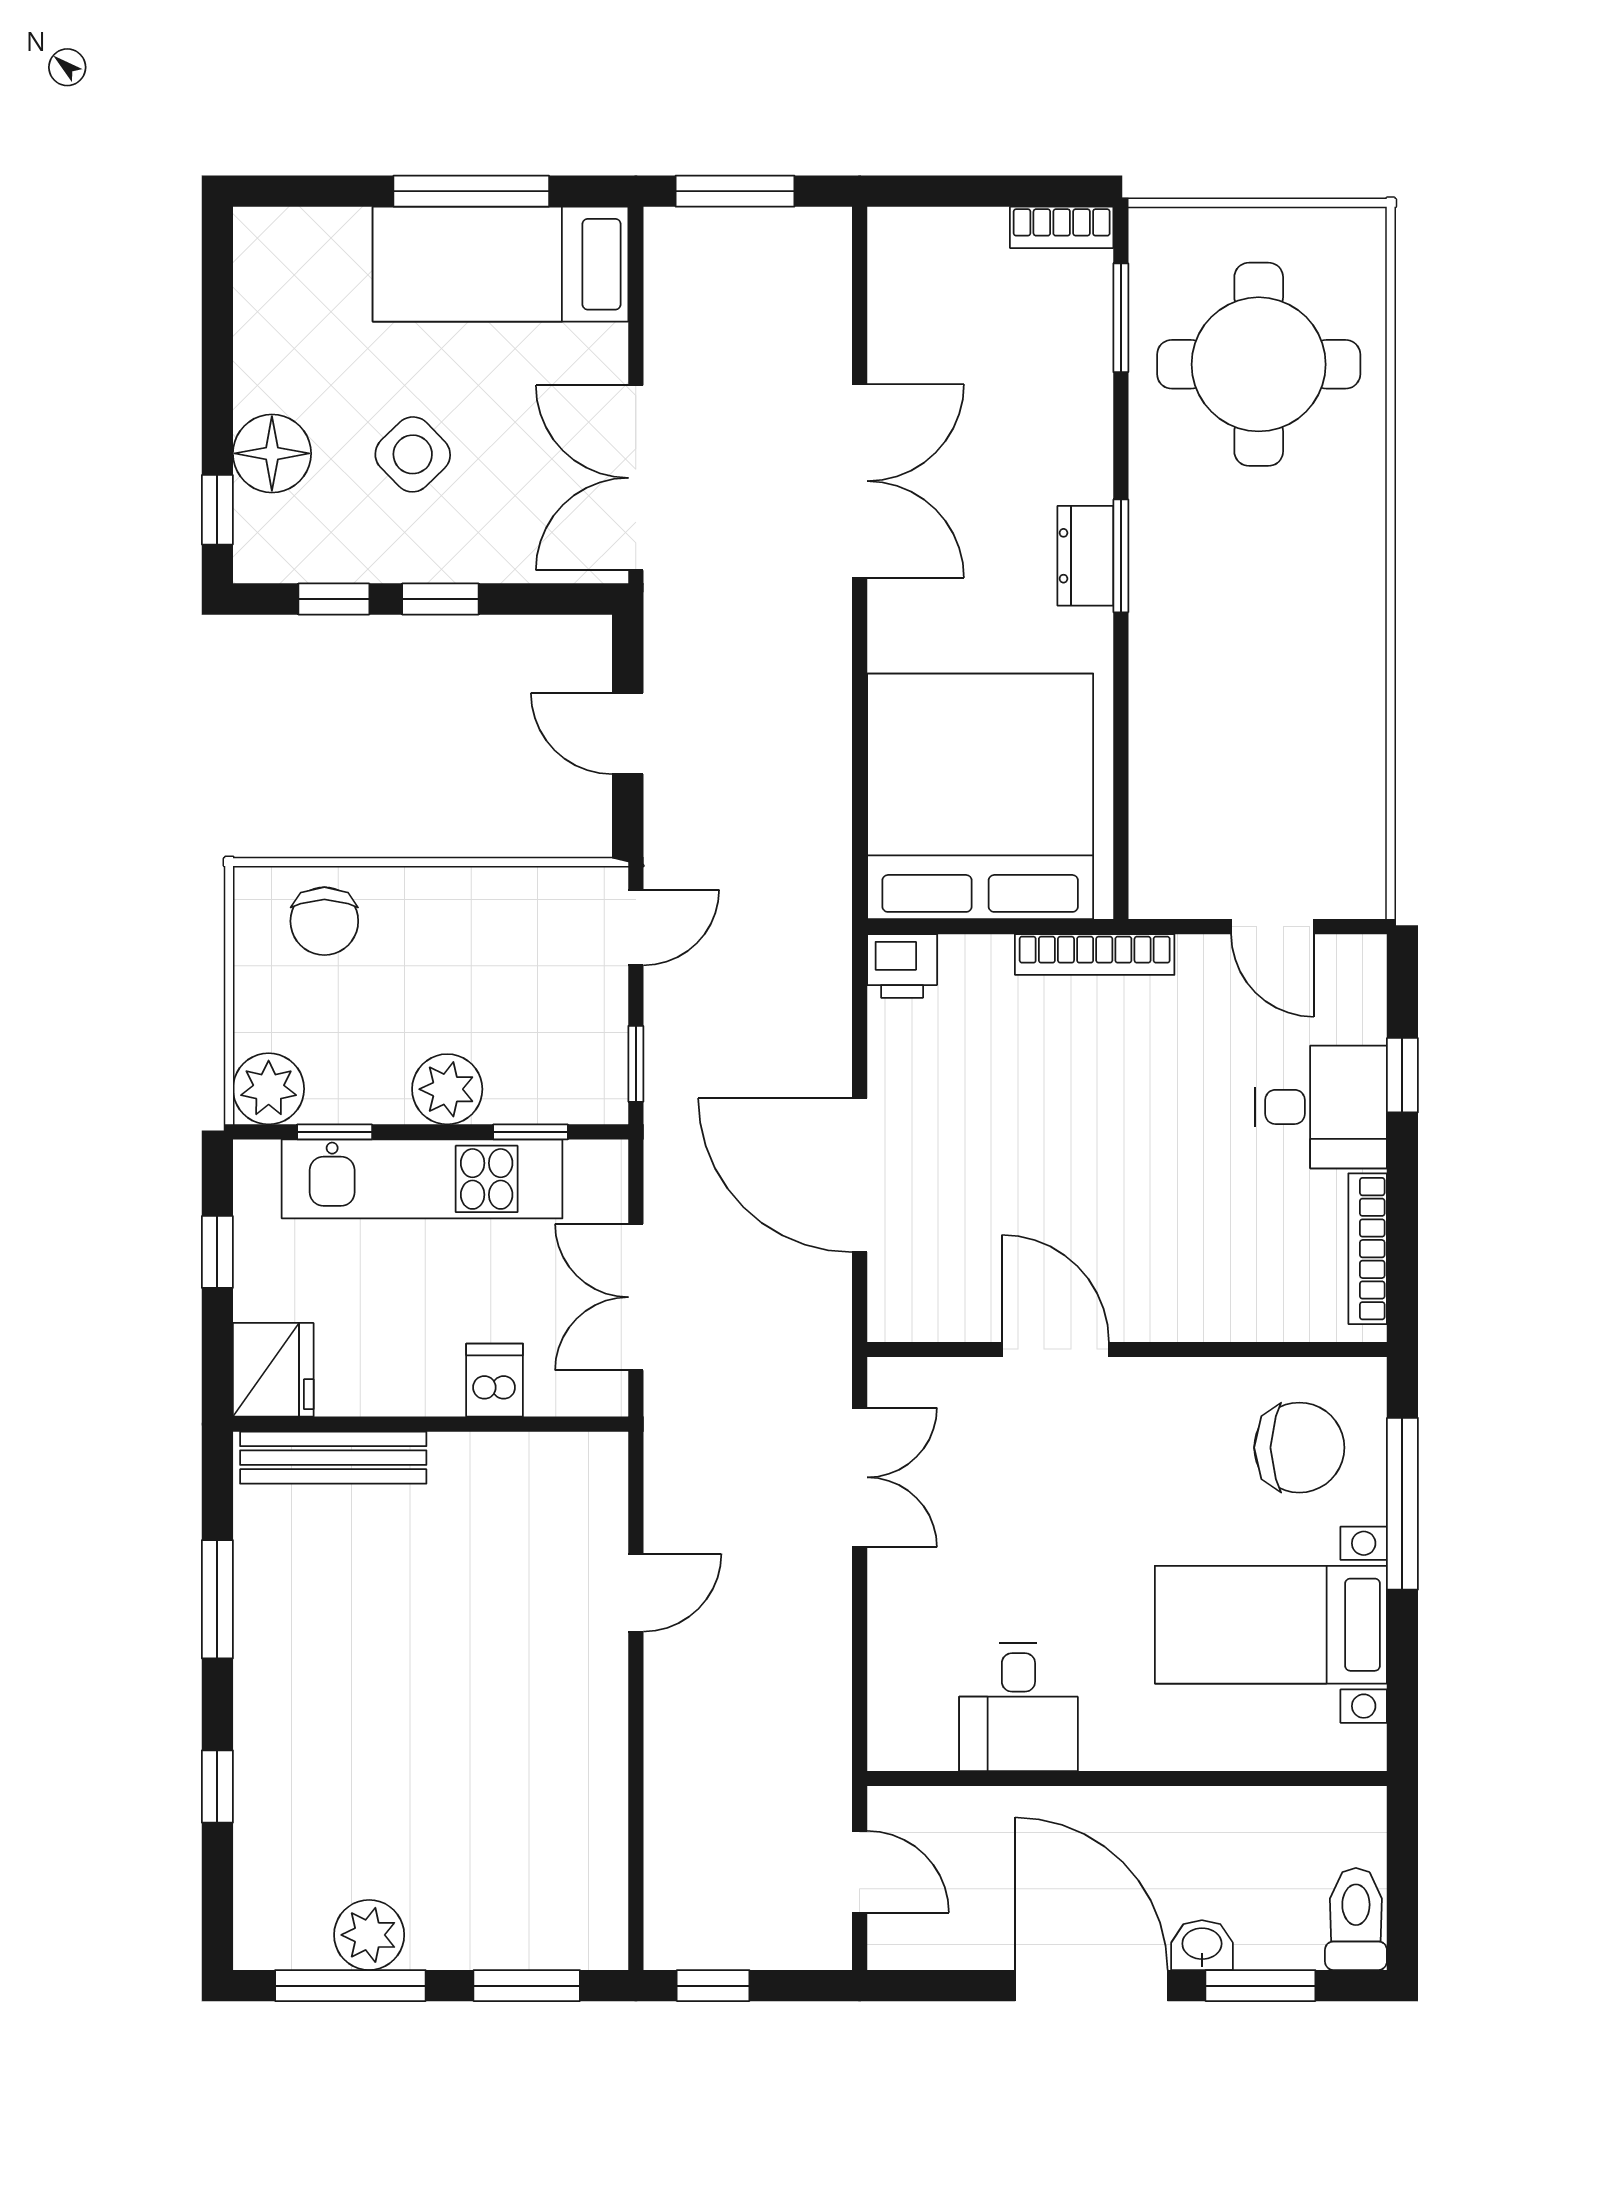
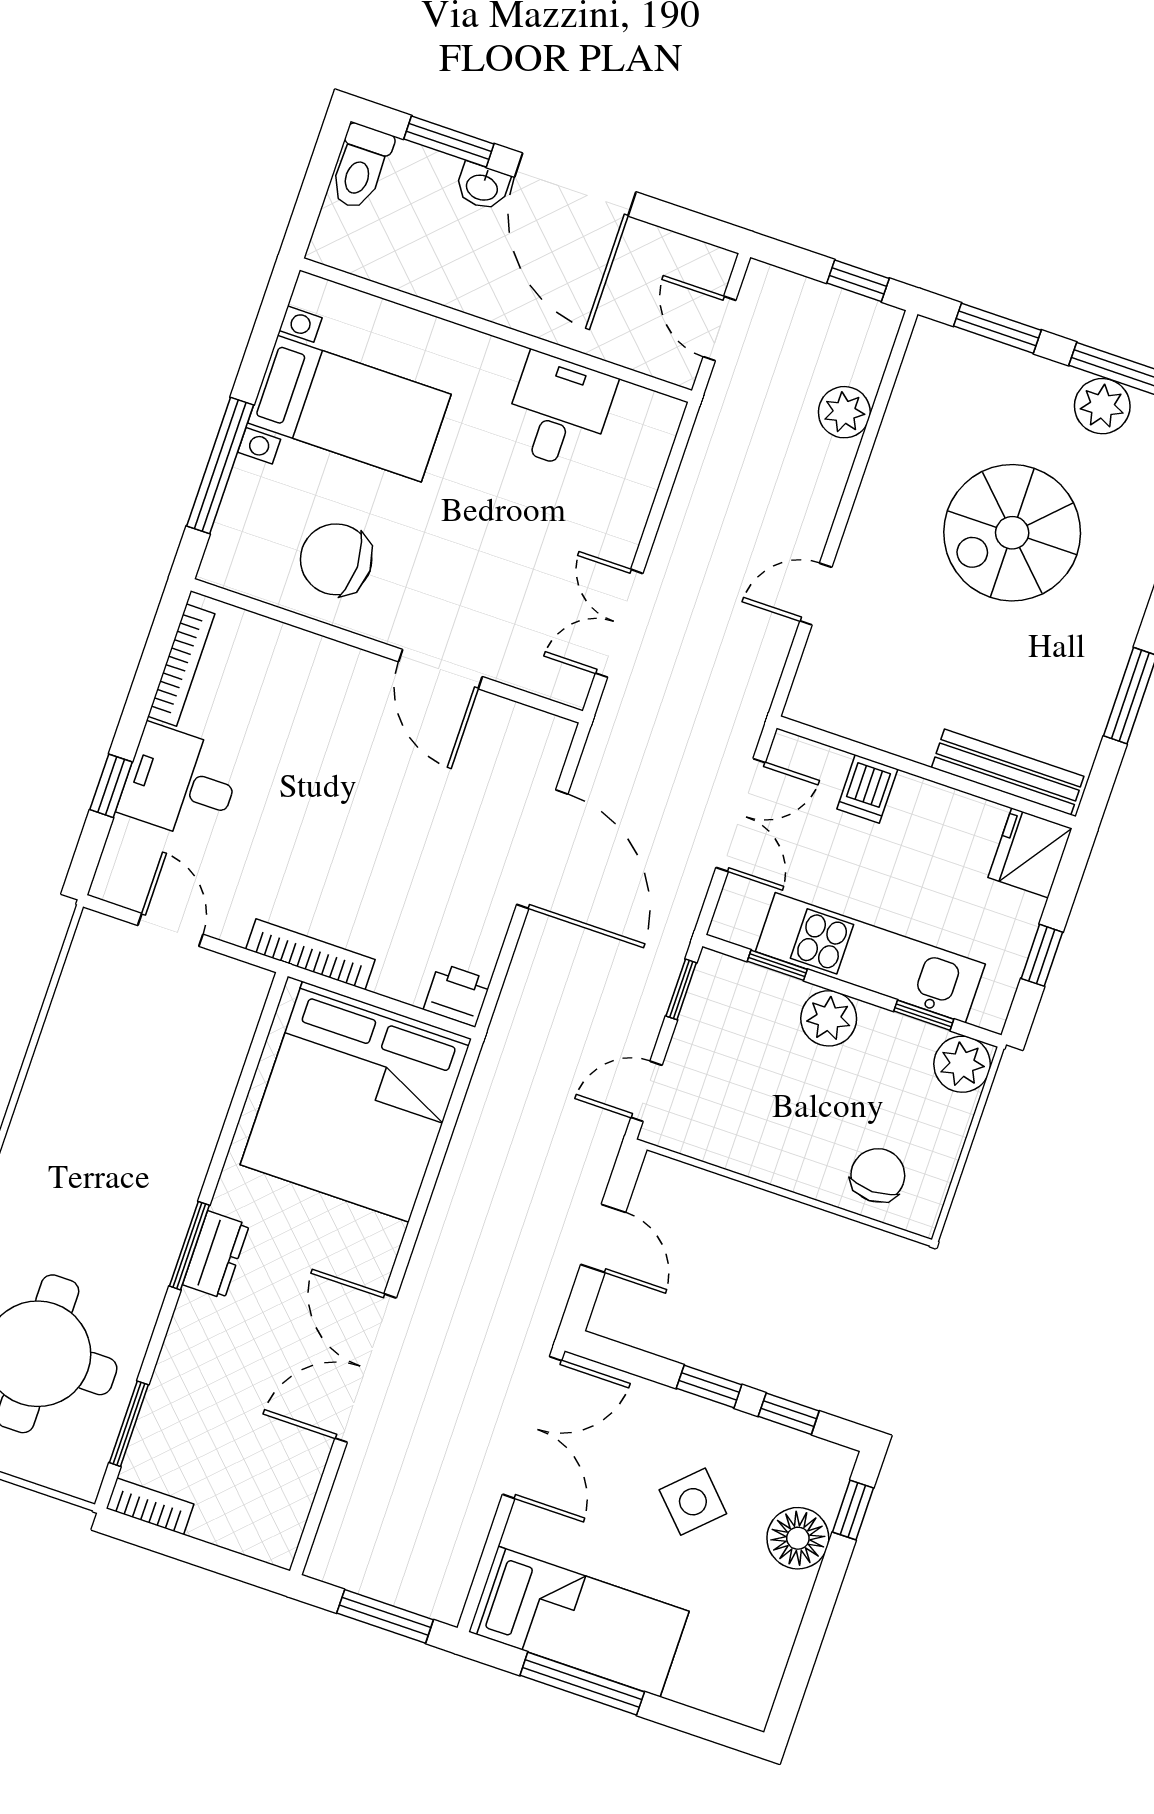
chair: (1299, 1448) -> (336, 559), moved
spiral stairs: (425, 1746) -> (1012, 533), added
plant: (676, 1822) -> (844, 412), added

